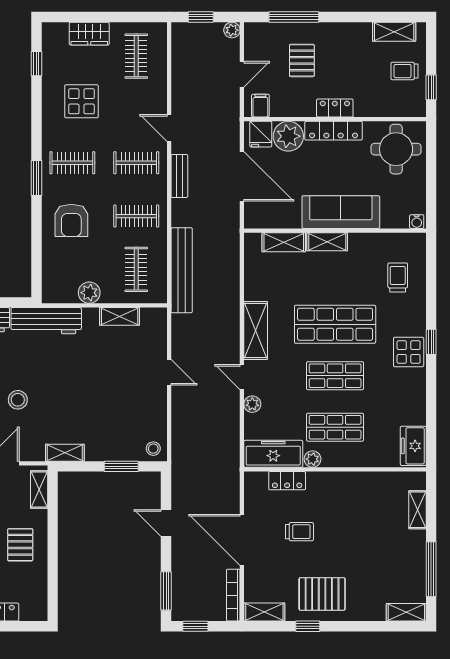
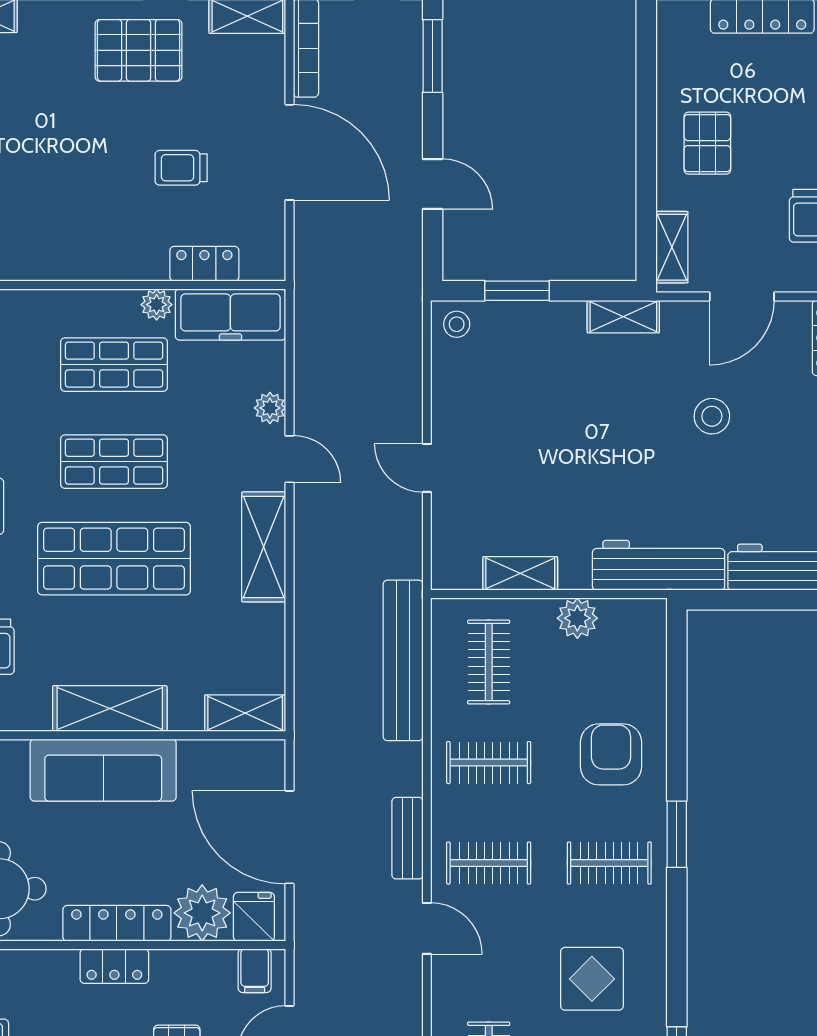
shelving: (284, 242) -> (245, 713), moved
shelving: (327, 242) -> (110, 709), width x1.50, depth x1.33

